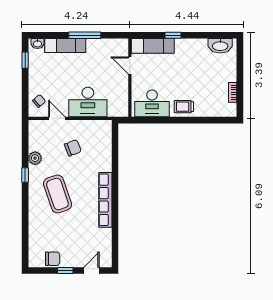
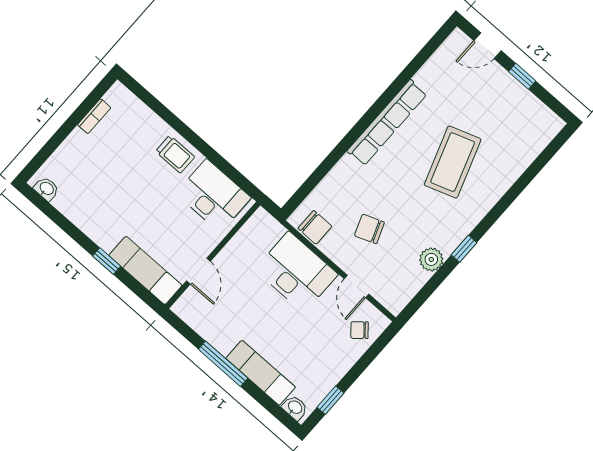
washbasin: (220, 46) -> (46, 189), width x0.52, depth x0.69
coffee table: (57, 194) -> (453, 162), moved
chair: (53, 259) -> (315, 227), moved, turned 180

